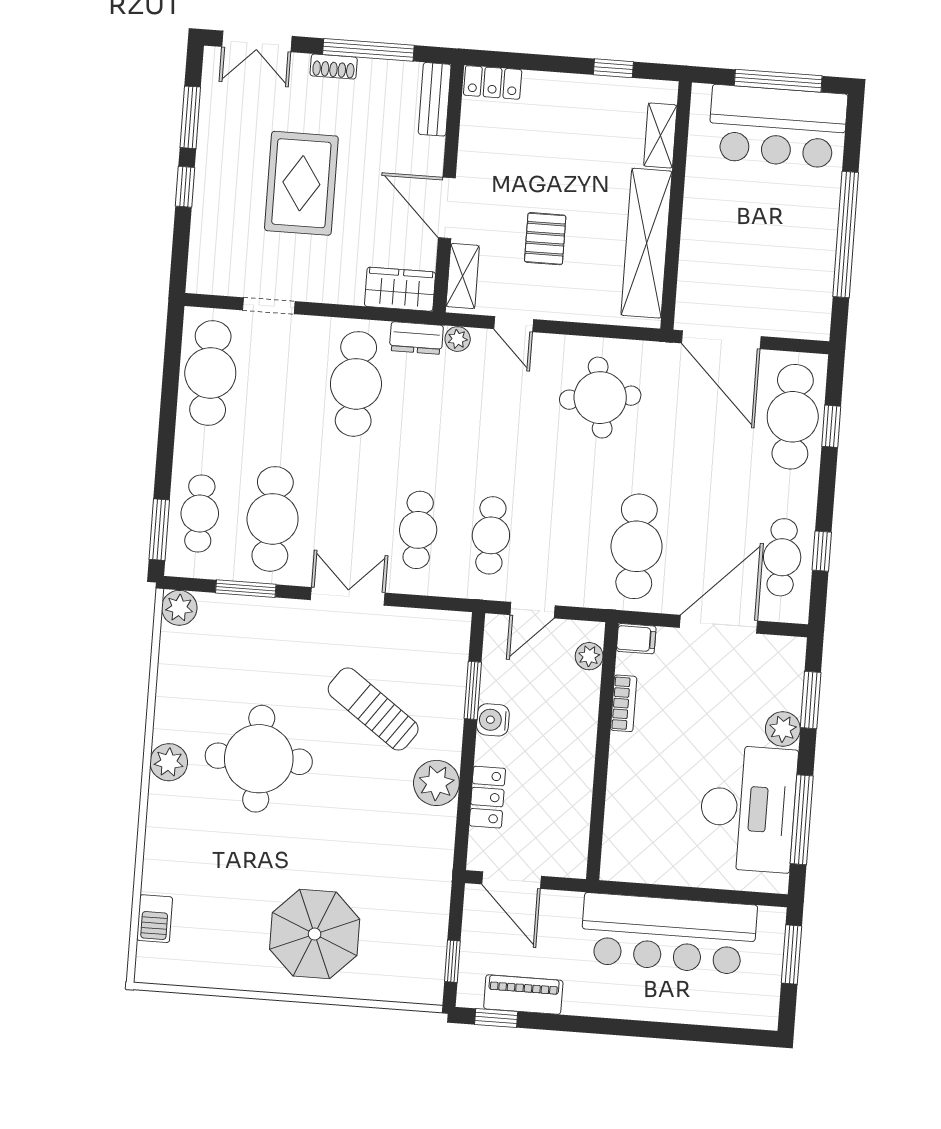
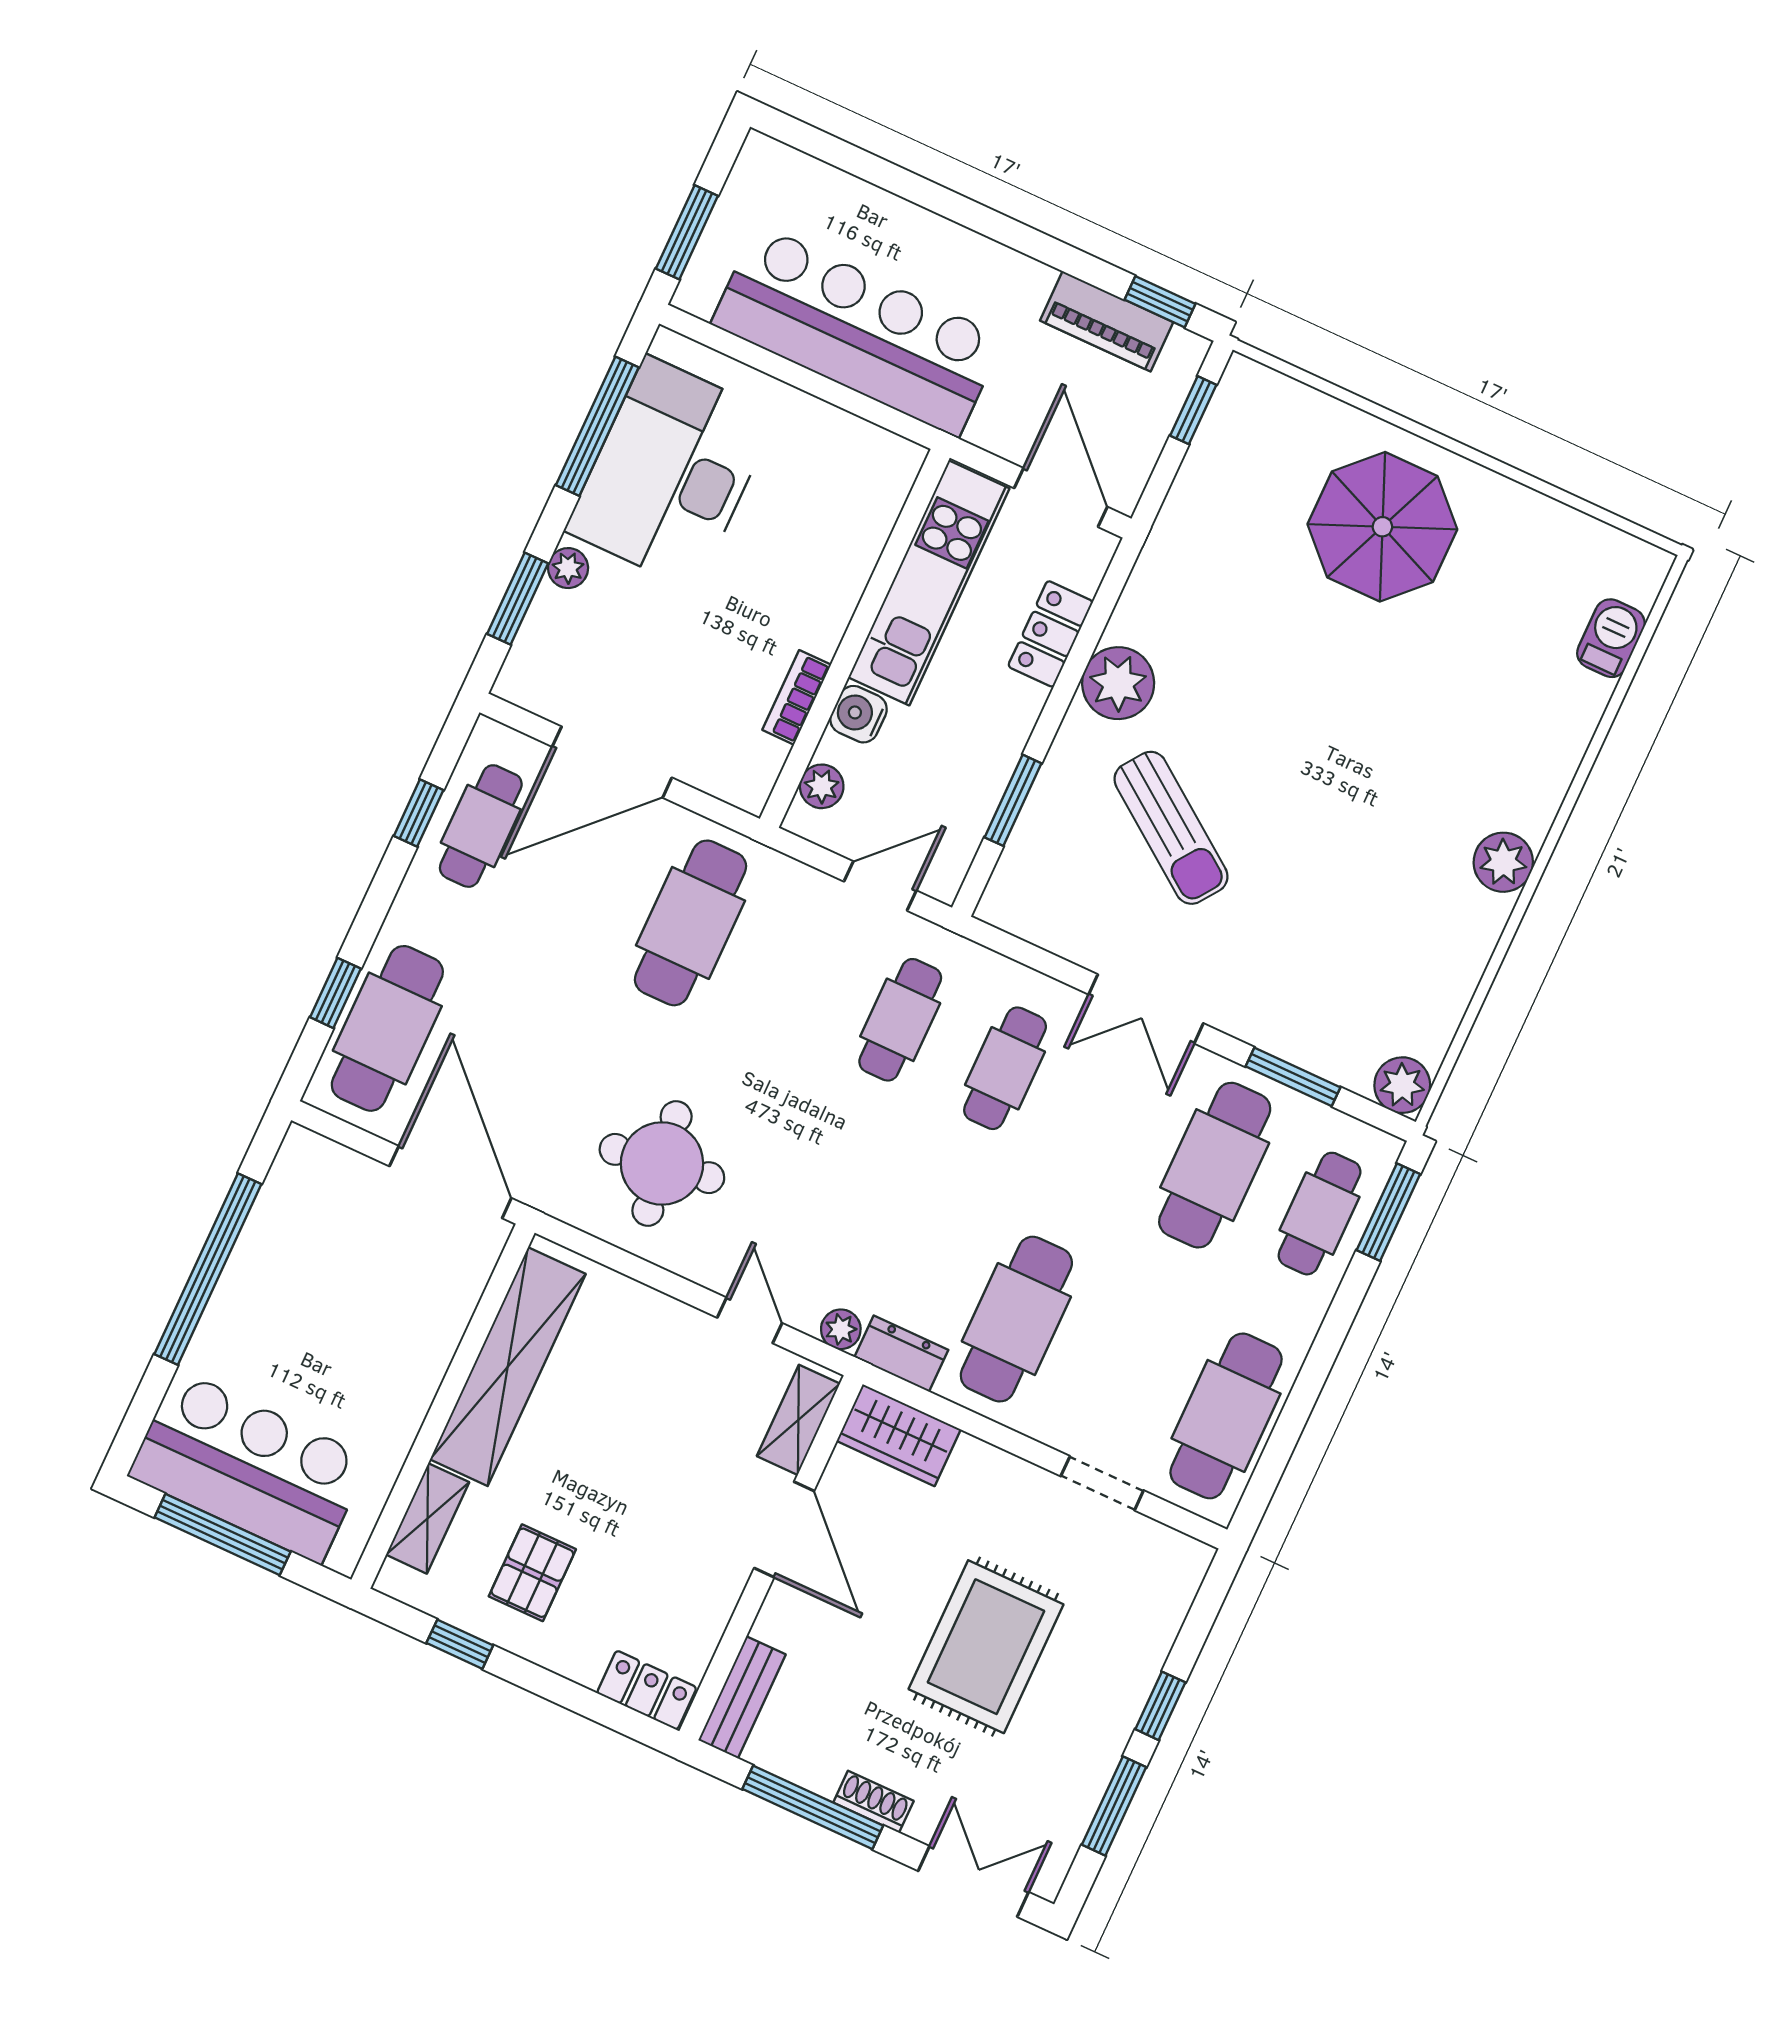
pallet: (545, 239) -> (532, 1573), moved
filing cabinet: (636, 639) -> (742, 786), removed
water cooler: (493, 720) -> (859, 714), moved, turned 180
plant: (783, 729) -> (568, 568), width x0.73, depth x0.73
round table: (259, 759) -> (1368, 817), removed
kitchen unit: (571, 800) -> (929, 583), added

